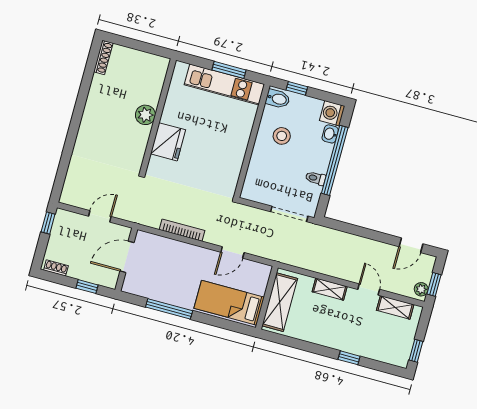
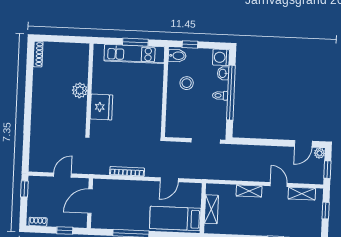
toilet: (316, 178) -> (220, 96), moved
plant: (421, 289) -> (319, 153), moved
shelving: (280, 302) -> (211, 209), width x0.67, depth x0.75
window: (416, 351) -> (326, 211), moved

